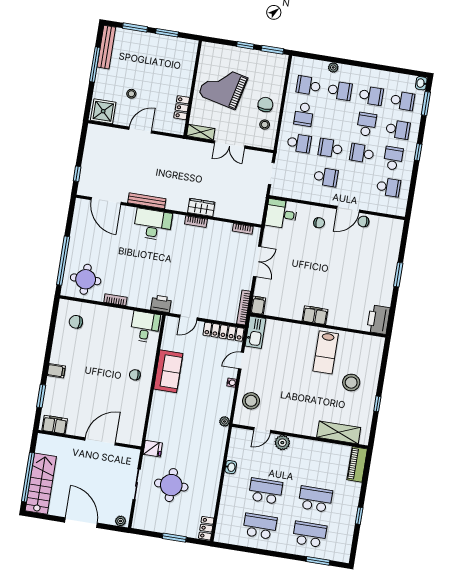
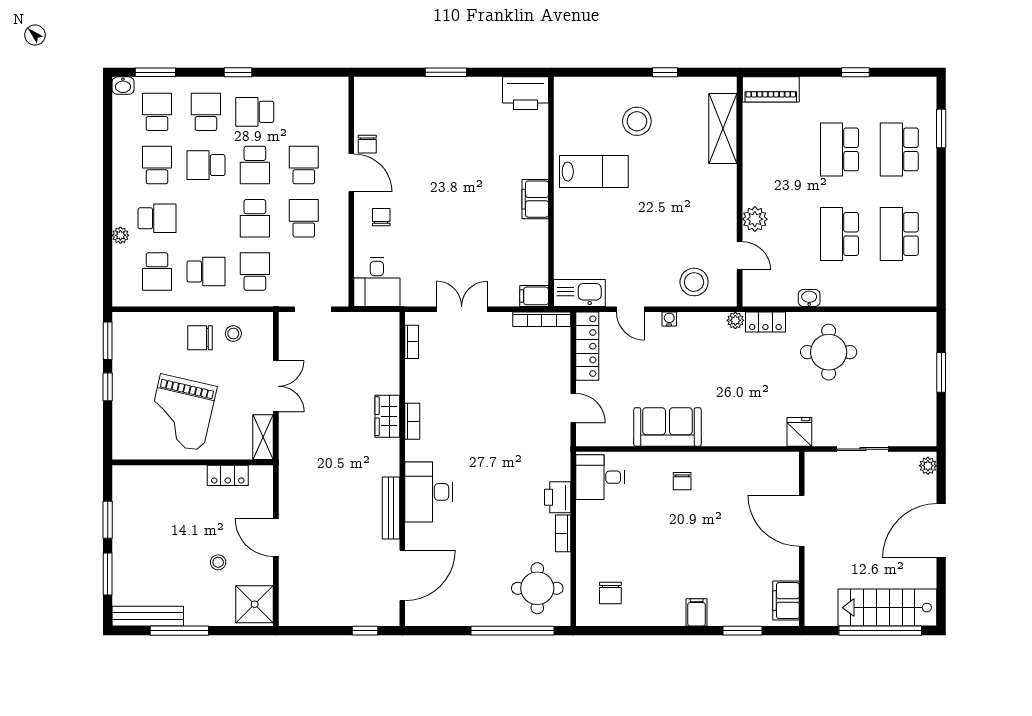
school desk: (340, 91) -> (157, 218), turned 90
school desk: (388, 187) -> (304, 165), moved
printer: (161, 304) -> (558, 497), moved
round table: (171, 485) -> (829, 352), moved
locker: (206, 528) -> (765, 322), moved

